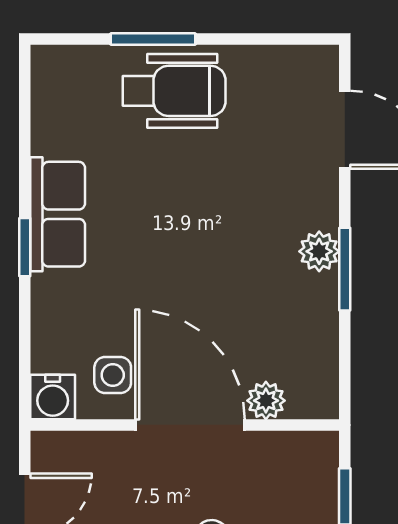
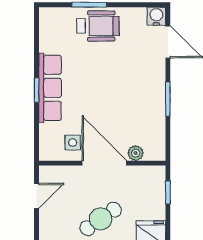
row of seats: (58, 214) -> (50, 88), width x1.48
plant: (319, 251) -> (157, 92), removed
water cooler: (53, 397) -> (156, 16), moved, turned 180

